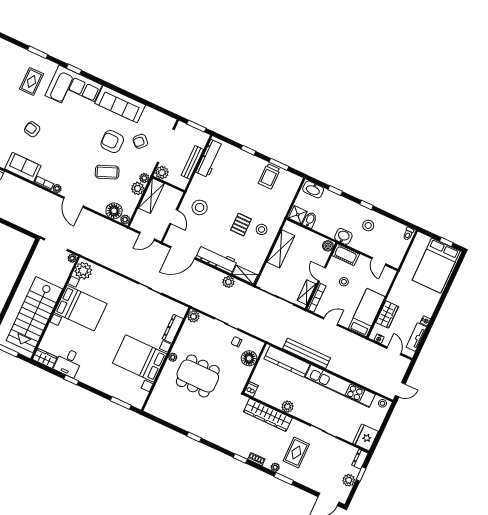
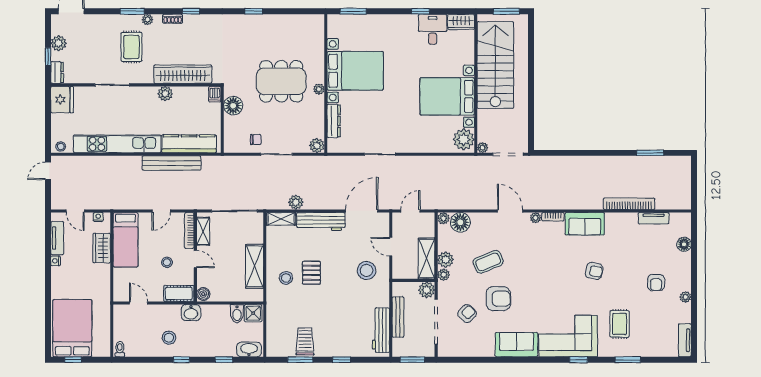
sofa: (120, 104) -> (516, 345), width x0.73
floor lamp: (249, 358) -> (233, 106), moved

